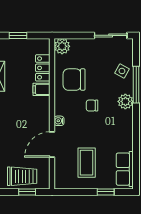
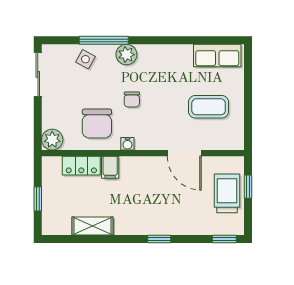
water cooler: (59, 121) -> (127, 144), moved
window: (106, 192) -> (248, 81), removed

